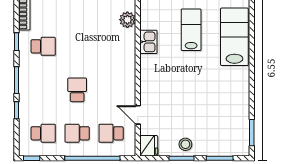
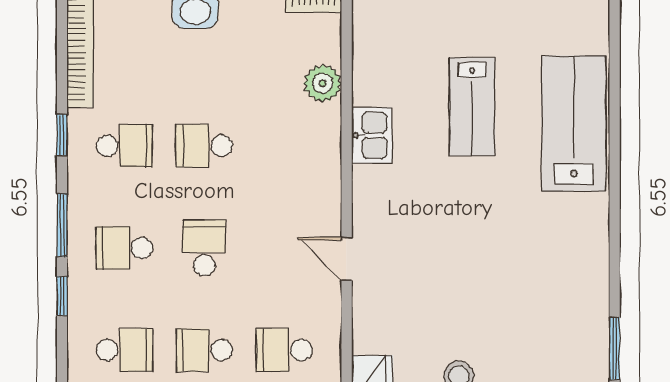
lab bench: (191, 30) -> (472, 107), turned 180
school desk: (77, 46) -> (204, 146), added
school desk: (43, 90) -> (124, 248), added
door: (138, 115) -> (347, 259), moved

